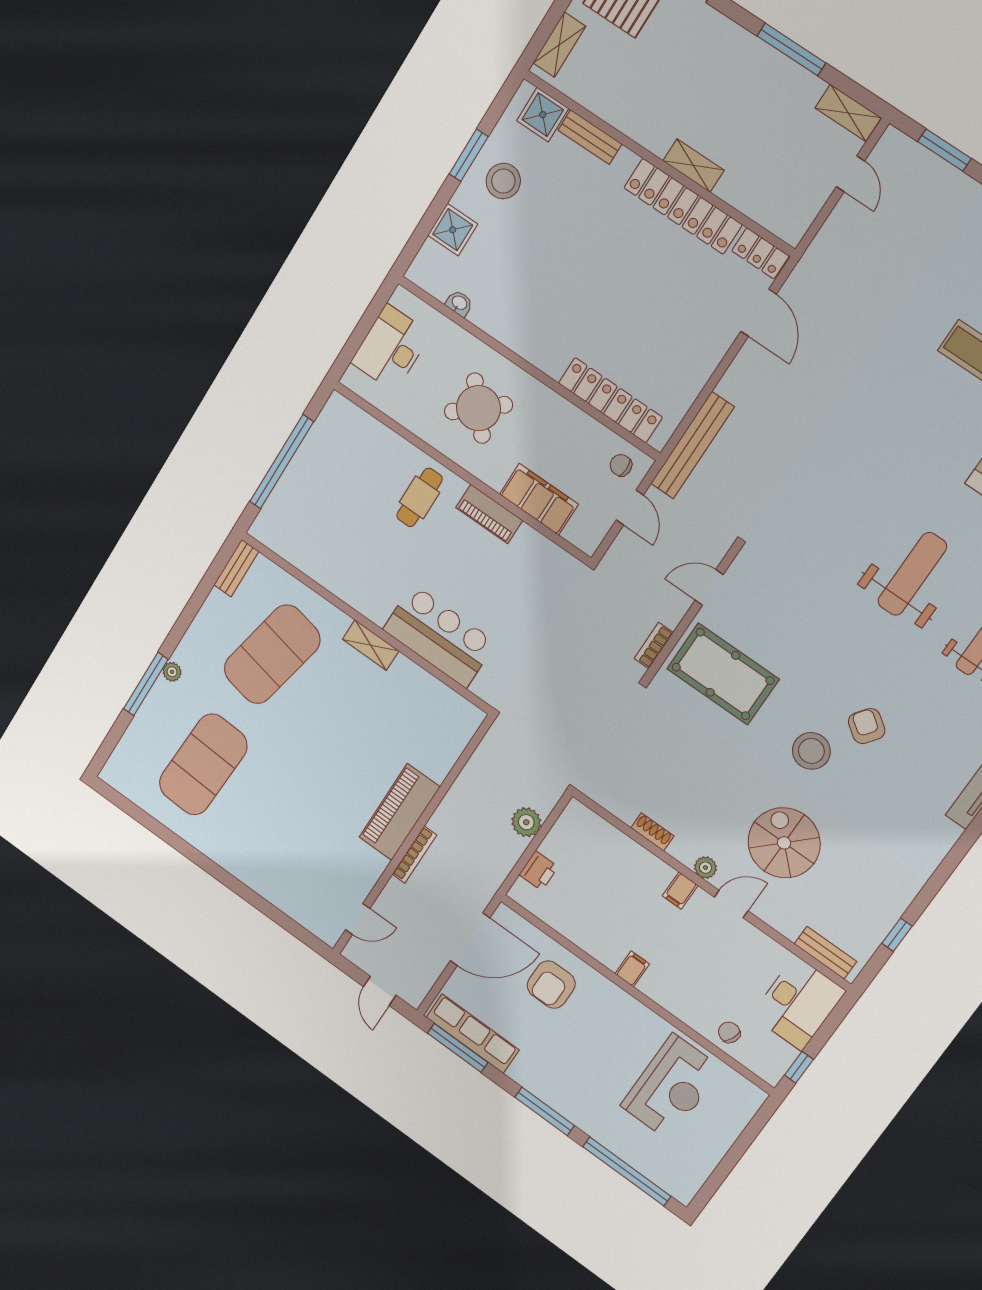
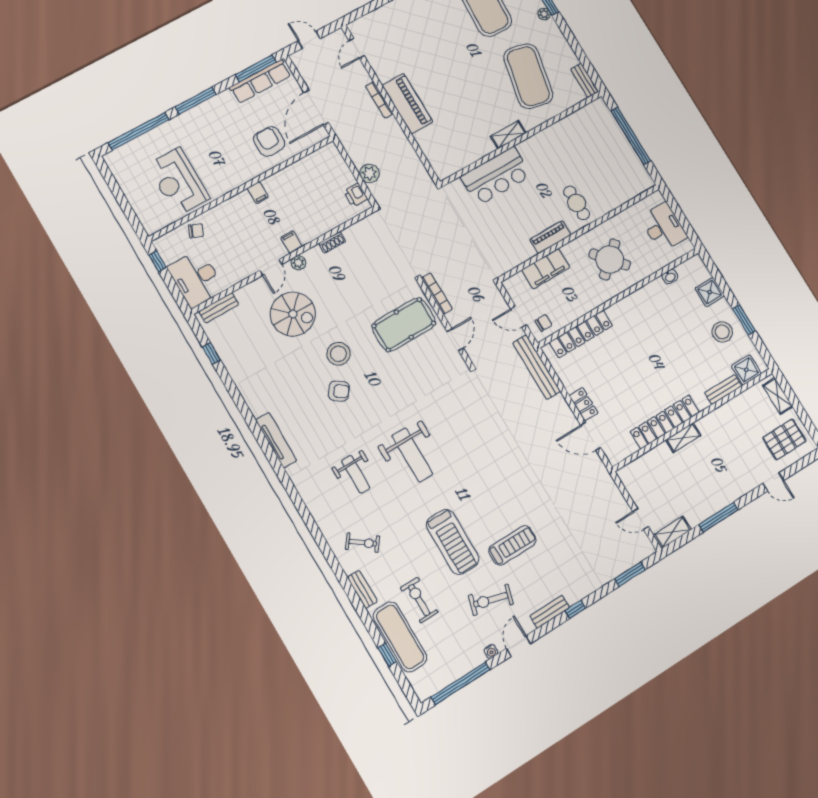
locker: (760, 253) -> (584, 404), moved, turned 90
bookcase: (654, 646) -> (437, 294), width x1.56
printer: (539, 871) -> (356, 195), moved

